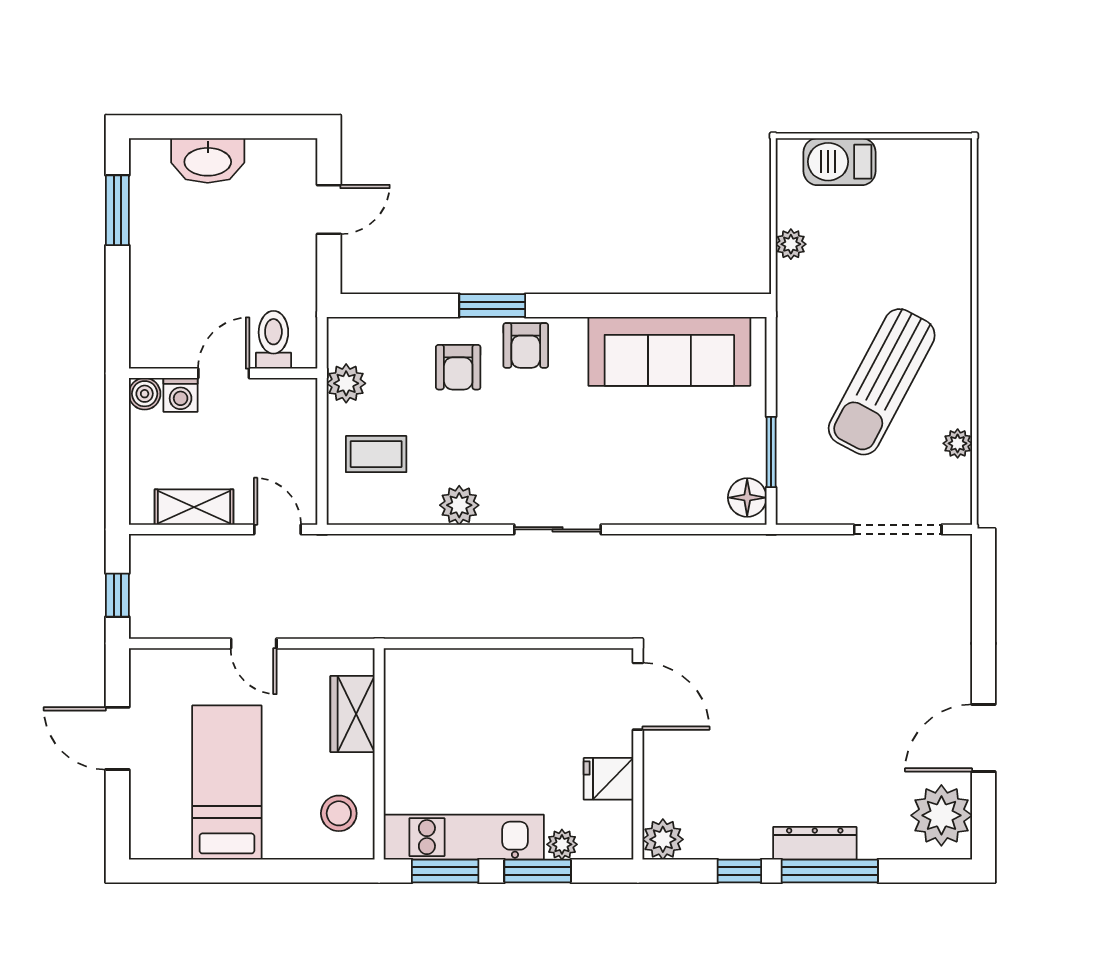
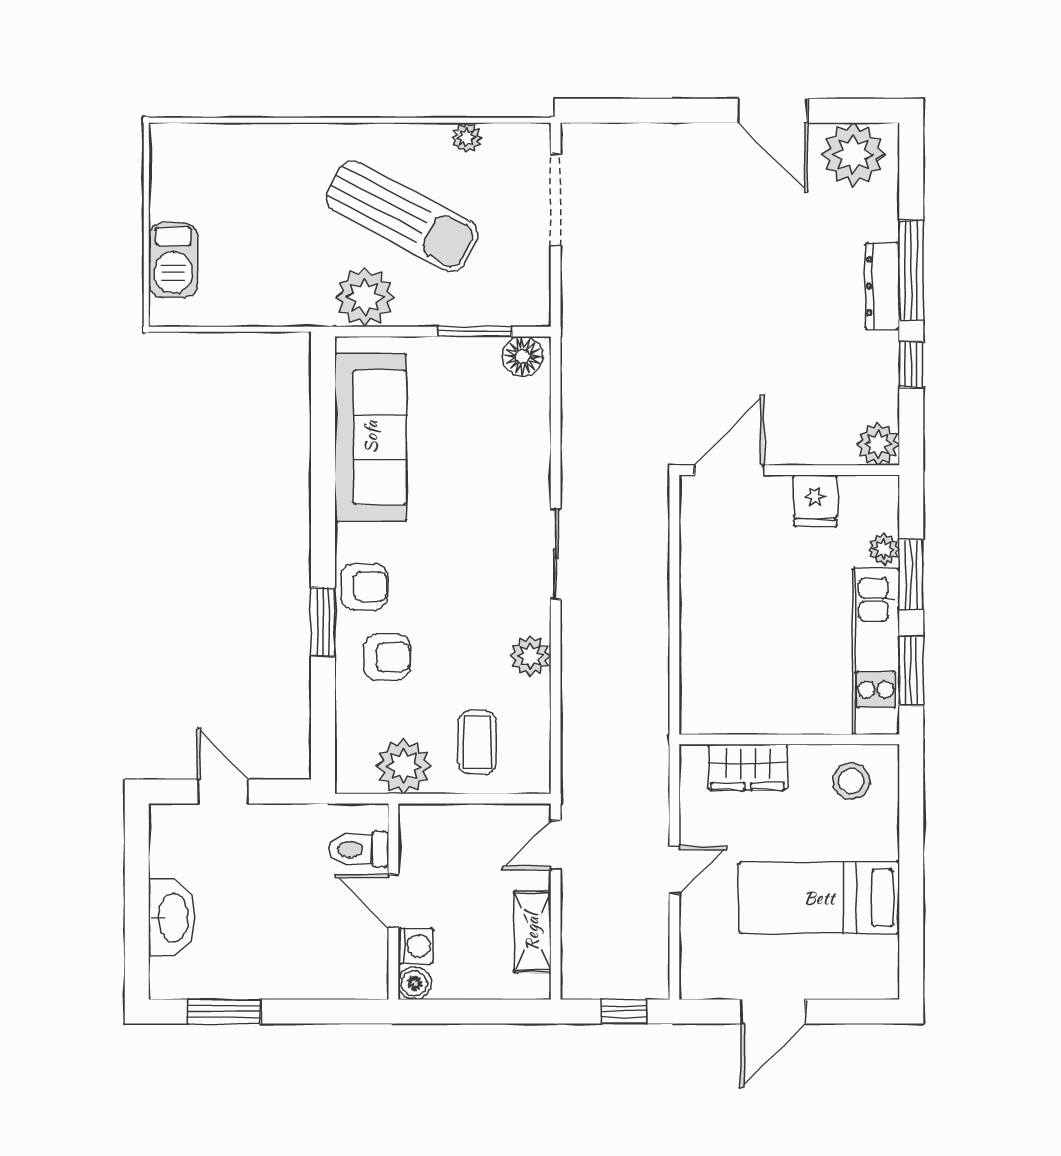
plant: (791, 244) -> (365, 297), moved, width x1.87, depth x1.87
plant: (346, 383) -> (404, 766), width x1.36, depth x1.36

